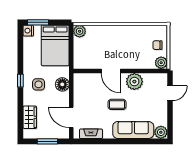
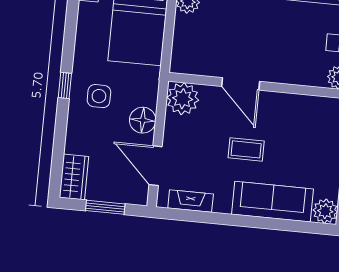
plant: (134, 82) -> (183, 99), moved
floor lamp: (62, 84) -> (143, 120), moved
wardrobe: (30, 117) -> (74, 177), moved

